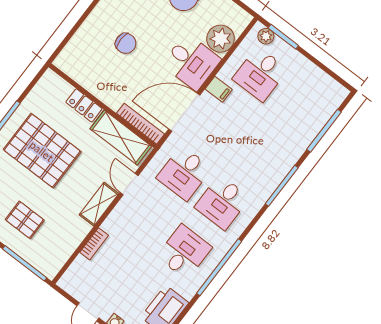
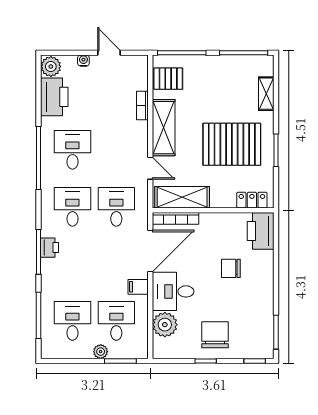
plant: (266, 36) -> (101, 352), moved
printer: (75, 56) -> (261, 231), added
desk: (298, 103) -> (72, 321), added
locker: (84, 105) -> (252, 200), moved
printer: (269, 182) -> (50, 248), added
shelving: (99, 204) -> (164, 128), width x1.50, depth x1.33
pallet: (25, 220) -> (168, 79), moved
desk: (184, 252) -> (72, 150), turned 180

